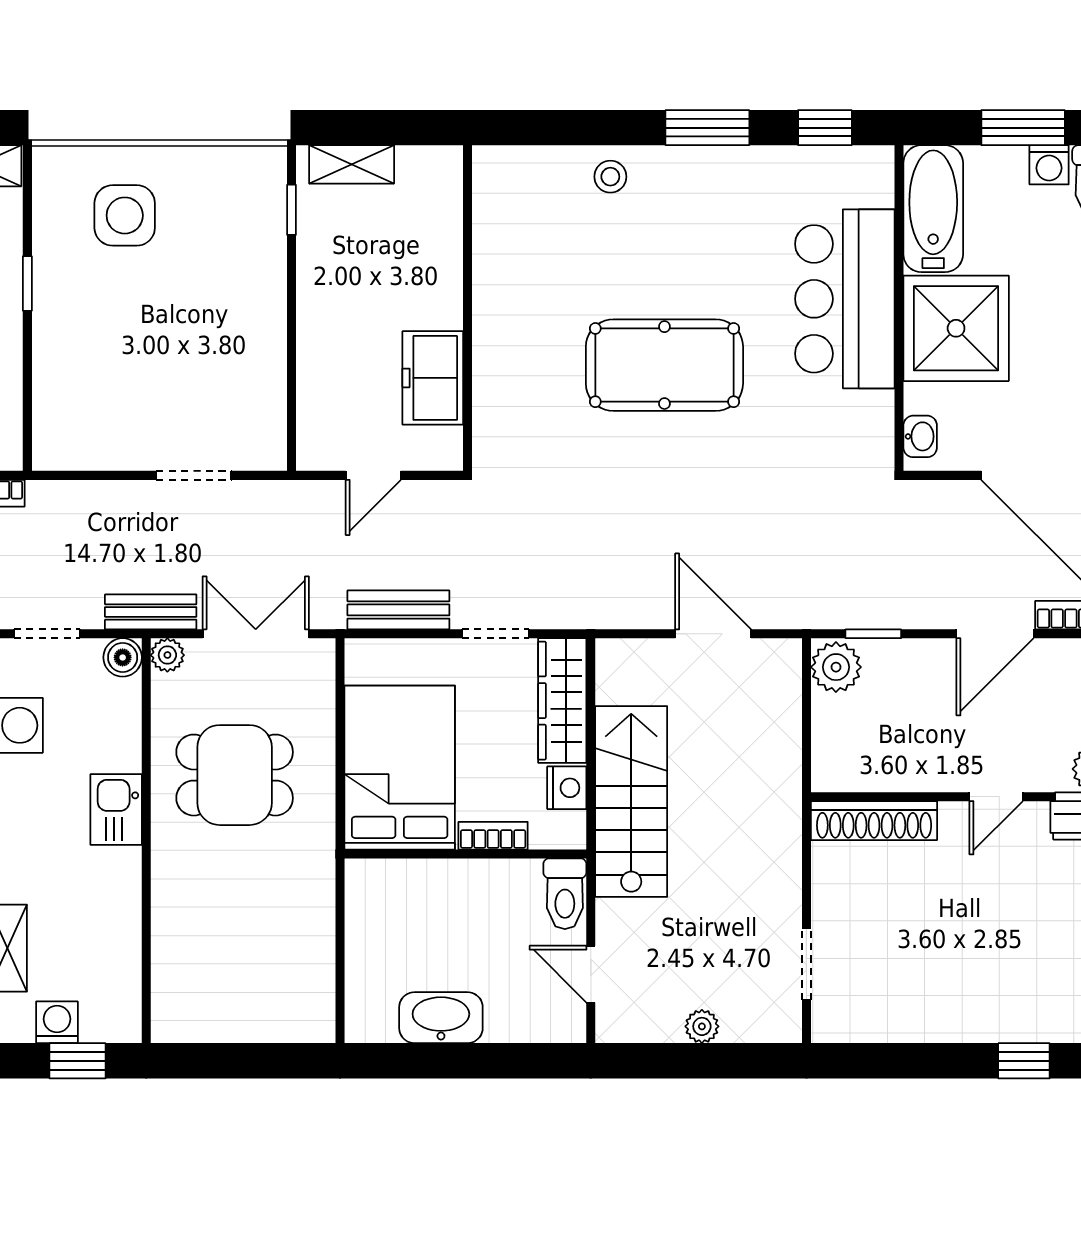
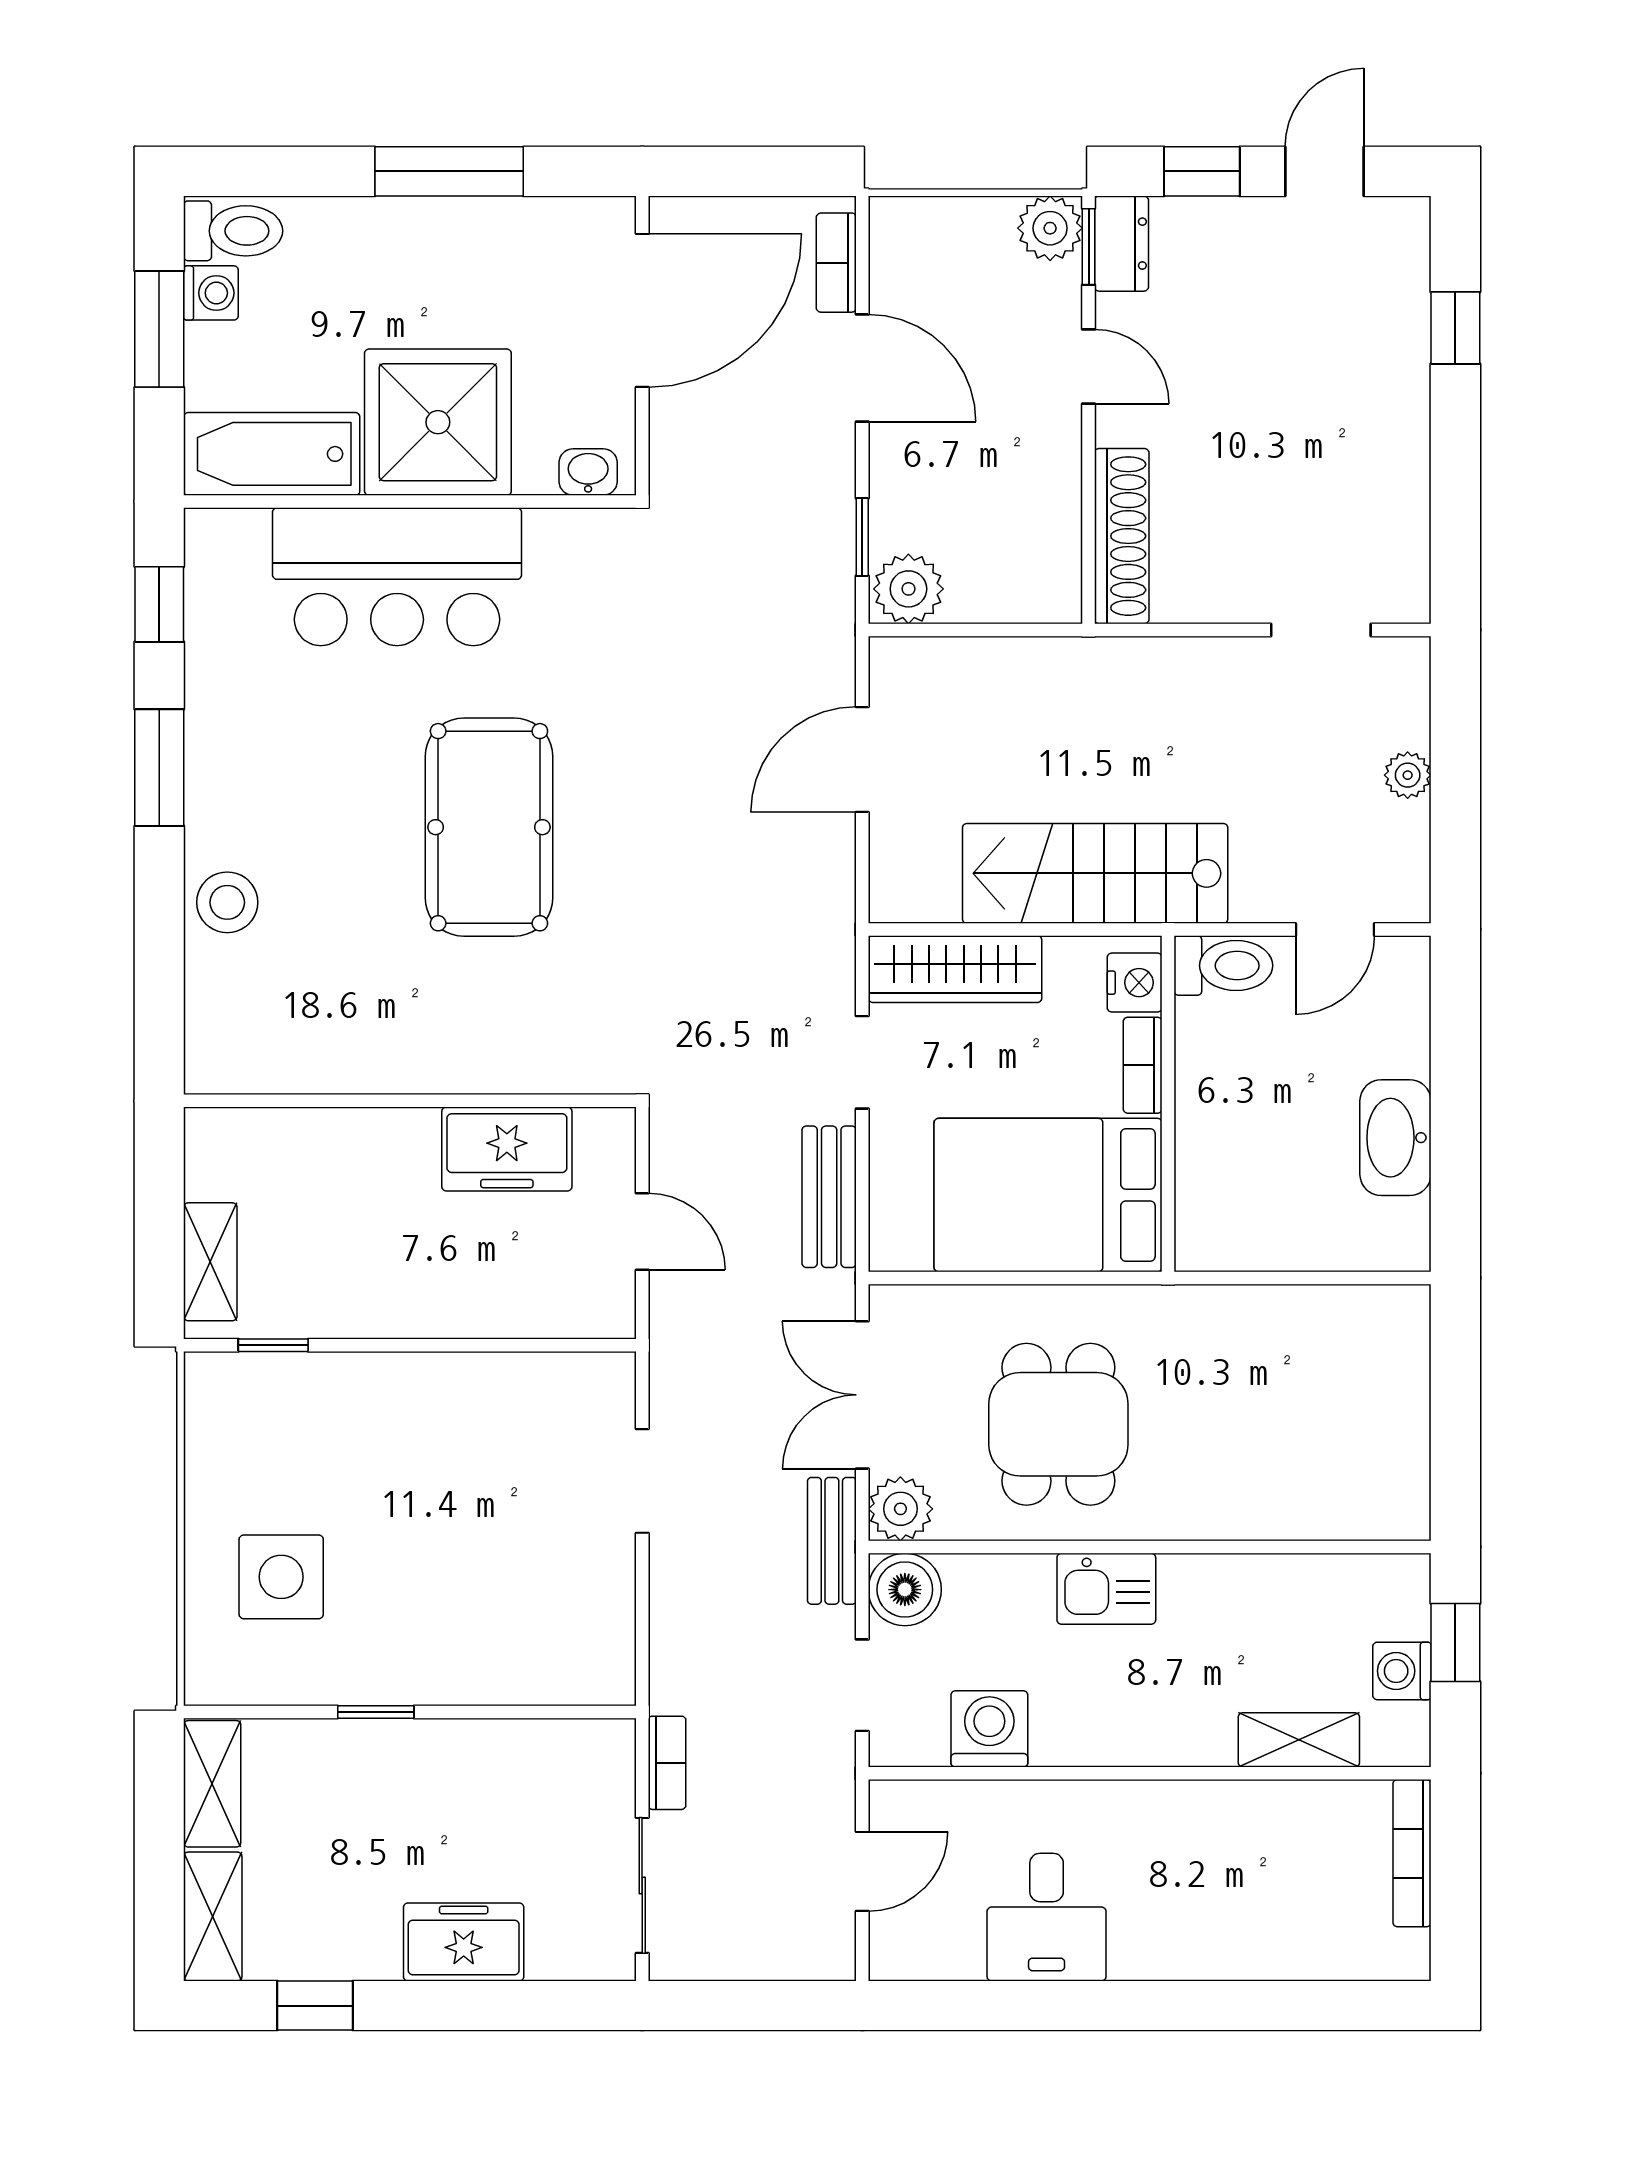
stool: (610, 177) -> (227, 902), width x1.37, depth x1.37
plant: (167, 655) -> (900, 1509), width x1.38, depth x1.38
boiler: (123, 657) -> (905, 1590), width x1.36, depth x1.36
nightstand: (567, 788) -> (1135, 983), moved, turned 90

